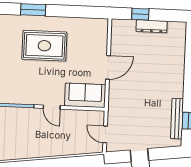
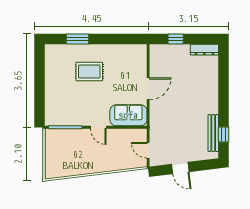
dresser: (152, 26) -> (204, 50), moved
rug: (44, 46) -> (89, 72), width x0.73, depth x0.70

